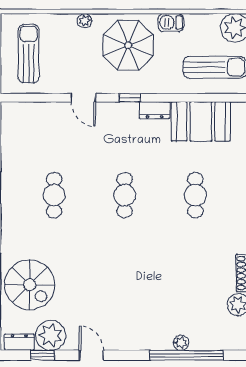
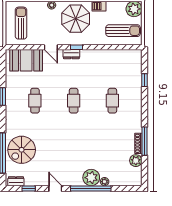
dresser: (154, 110) -> (71, 54), moved
booth: (201, 121) -> (26, 60), moved
spiral stairs: (30, 285) -> (22, 150), turned 90
plant: (51, 335) -> (91, 178), moved
window: (187, 355) -> (91, 188), moved

